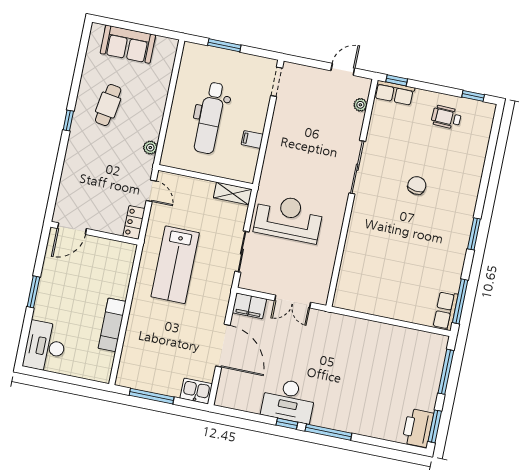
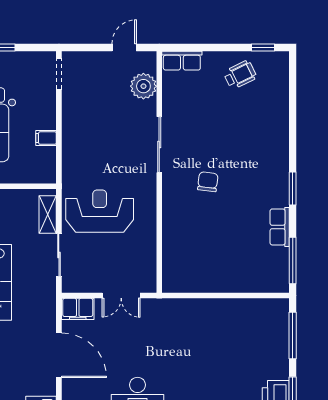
window: (397, 80) -> (182, 47), removed
plant: (360, 105) -> (143, 86), width x1.88, depth x1.88
wheelchair: (446, 117) -> (240, 75), turned 152
chair: (417, 185) -> (208, 182), moved
shelving: (233, 194) -> (48, 214), moved, turned 90
row of seats: (446, 311) -> (280, 227), moved

